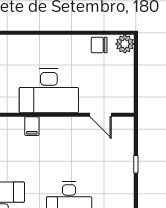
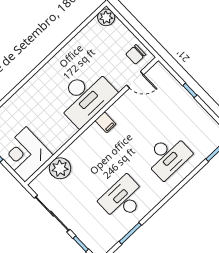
chair: (99, 45) -> (136, 54), moved
filing cabinet: (32, 126) -> (106, 122), moved

